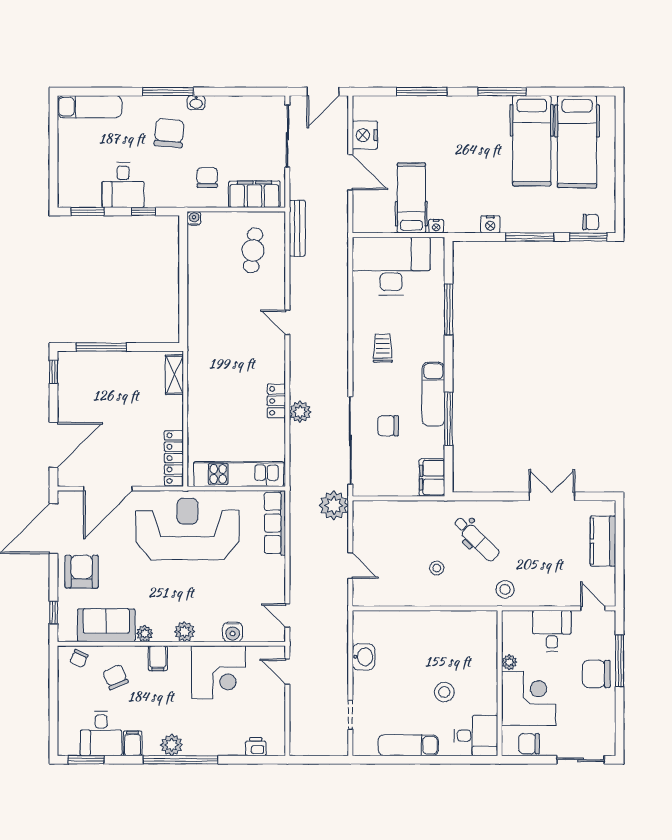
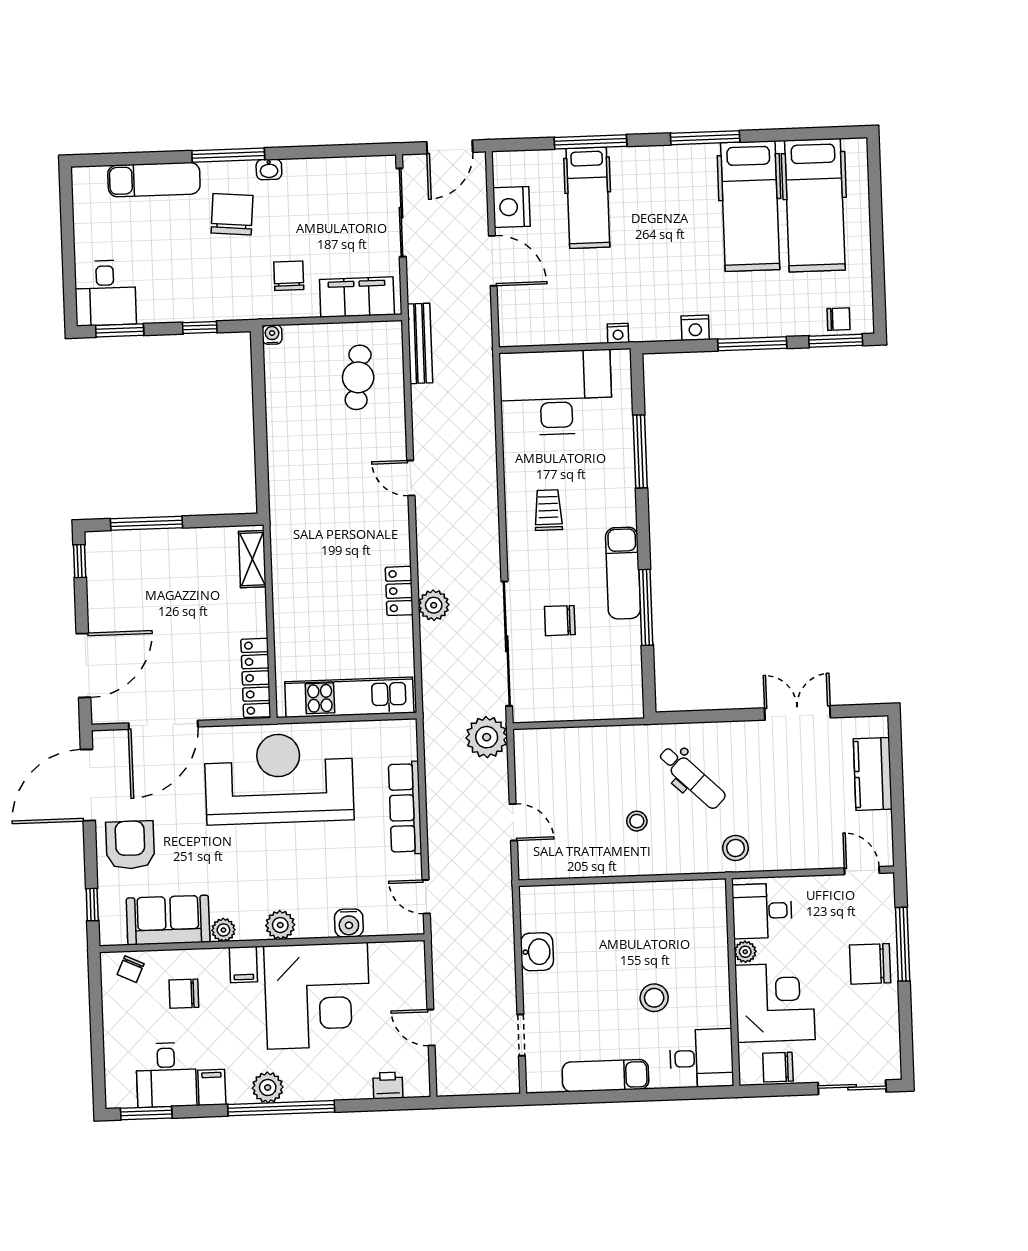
exam couch: (90, 107) -> (154, 180), moved
desk: (123, 185) -> (105, 293), moved
hospital bed: (411, 198) -> (588, 198), moved, turned 180
filing cabinet: (432, 478) -> (625, 692), removed
row of seats: (275, 523) -> (405, 808), moved
desk: (552, 631) -> (762, 911), moved, turned -90
corner desk: (218, 672) -> (317, 996), width x1.36, depth x1.36
door: (287, 672) -> (431, 1028), moved
chair: (115, 677) -> (184, 994), turned -67

